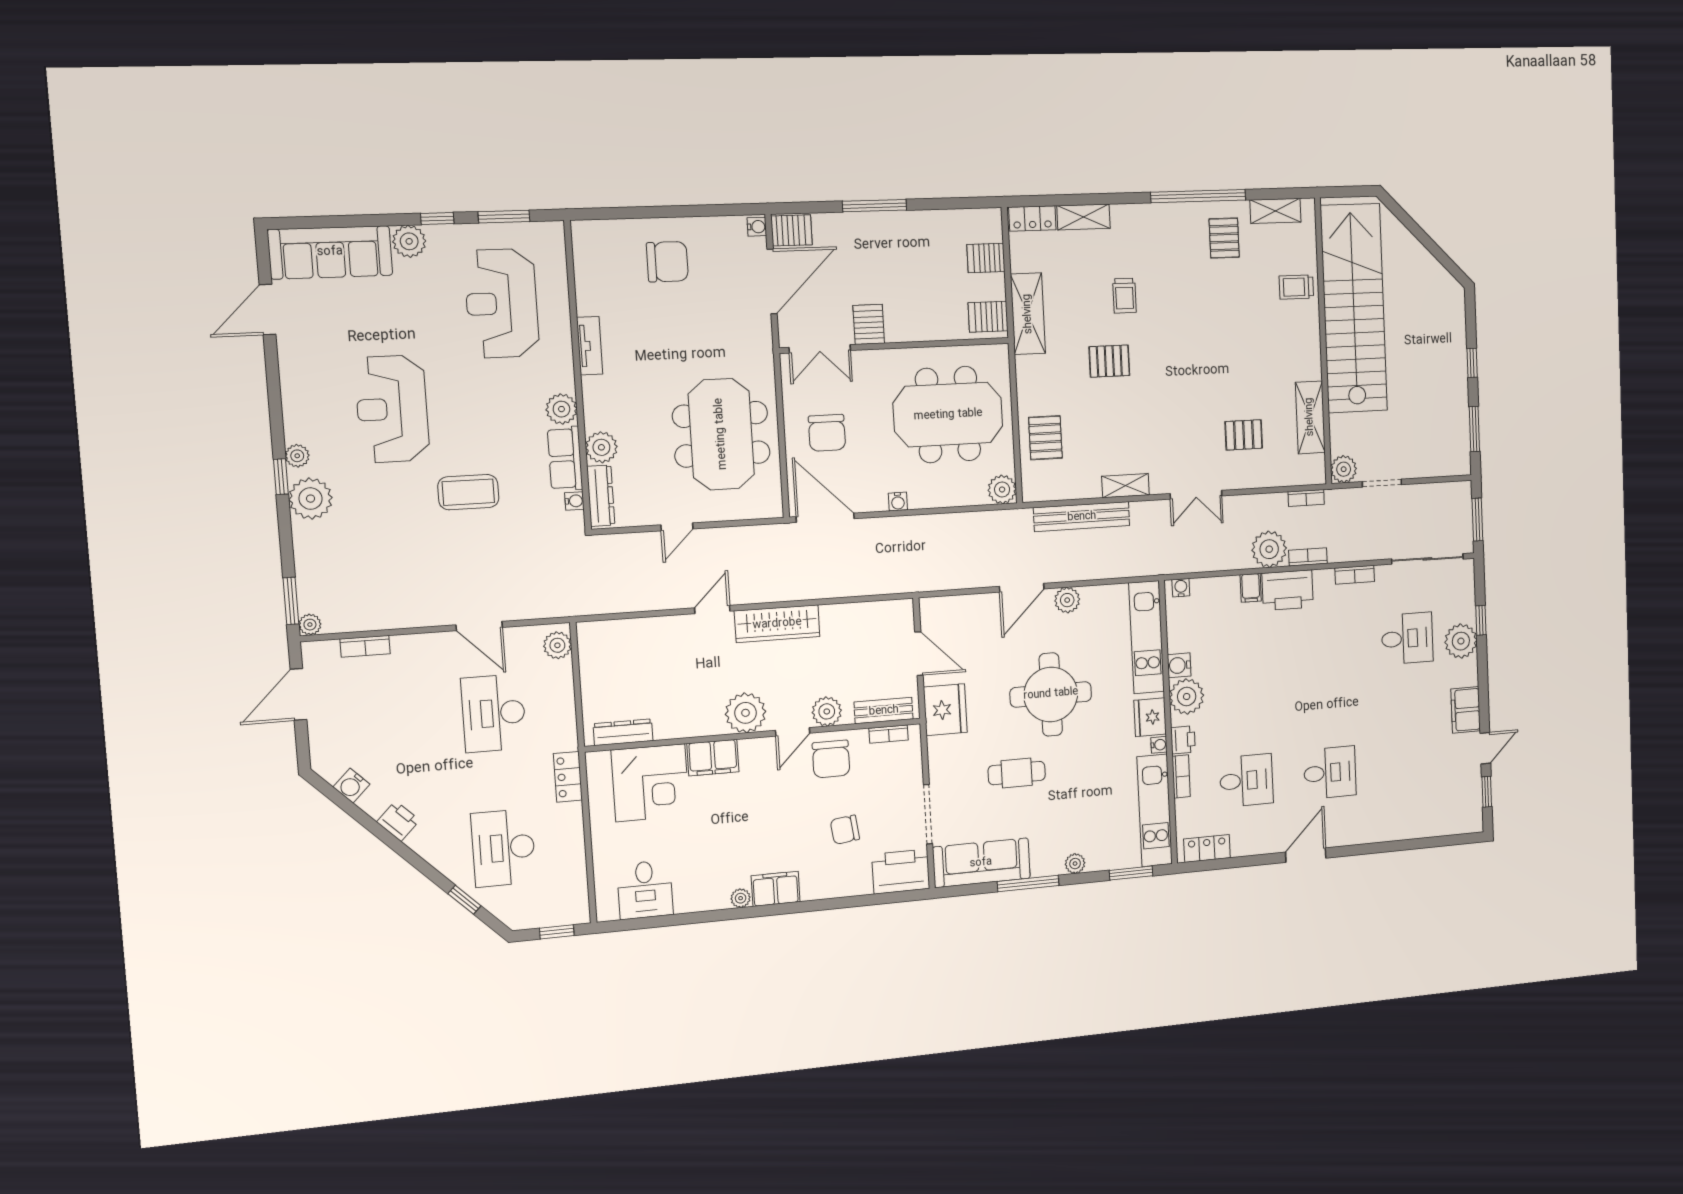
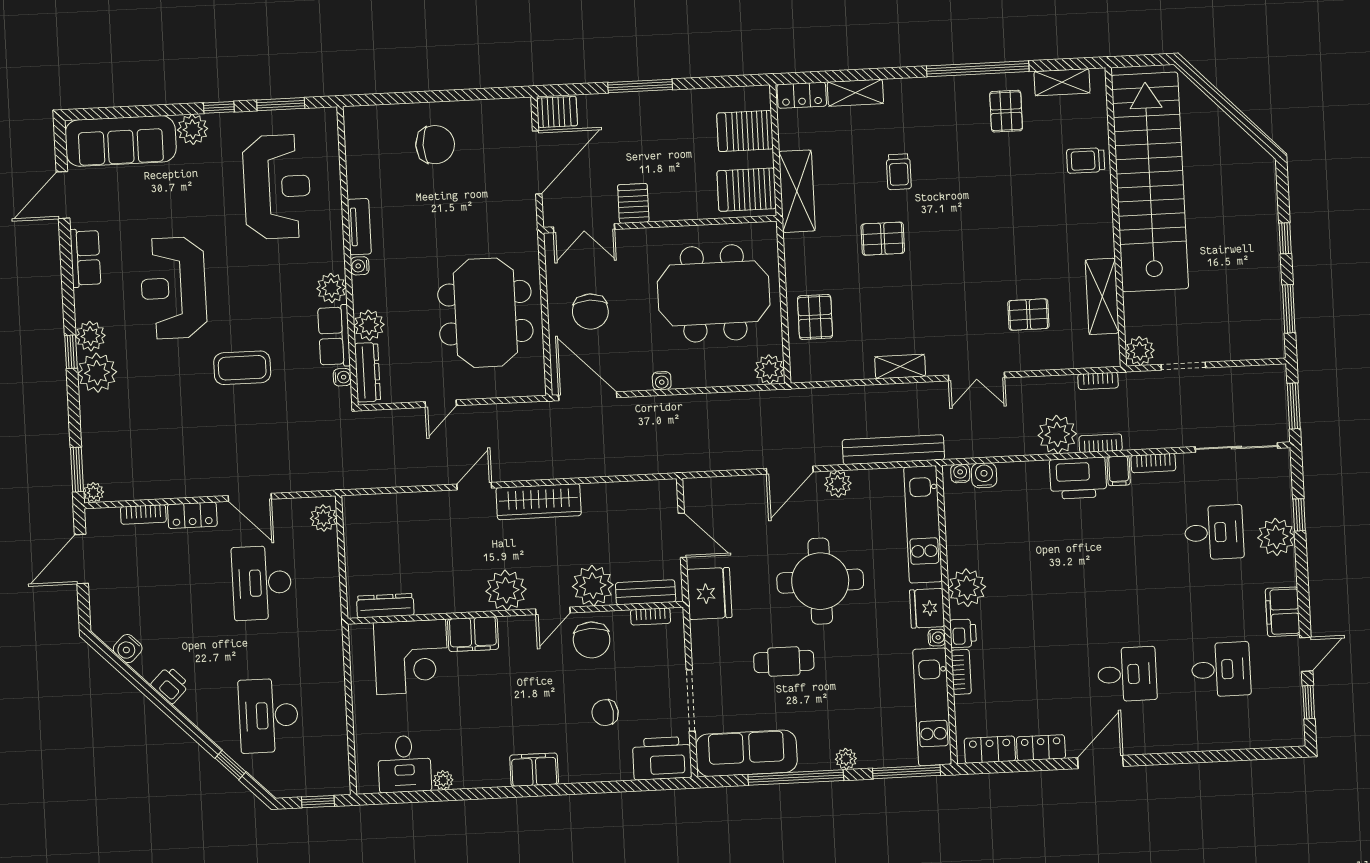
water cooler: (757, 227) -> (360, 266), moved, turned 180
server rack: (986, 258) -> (745, 131), width x1.36, depth x1.44
reception desk: (502, 303) -> (277, 187), turned 180
server rack: (988, 317) -> (747, 190), width x1.36, depth x1.44
row of seats: (294, 377) -> (85, 258), added
plant: (297, 456) -> (90, 336), width x1.38, depth x1.38
bench: (1082, 517) -> (893, 450), moved
filing cabinet: (1251, 588) -> (1119, 471), moved
water cooler: (1179, 665) -> (984, 475), moved, turned 90
plant: (827, 711) -> (593, 586), width x1.36, depth x1.36
locker: (568, 777) -> (192, 515), moved, turned -90
desk: (1246, 780) -> (1221, 669), moved
locker: (1253, 844) -> (1041, 748), added
window: (1131, 873) -> (907, 772), width x1.44
window: (1028, 884) -> (796, 777), width x1.46
plant: (741, 898) -> (443, 780), moved

